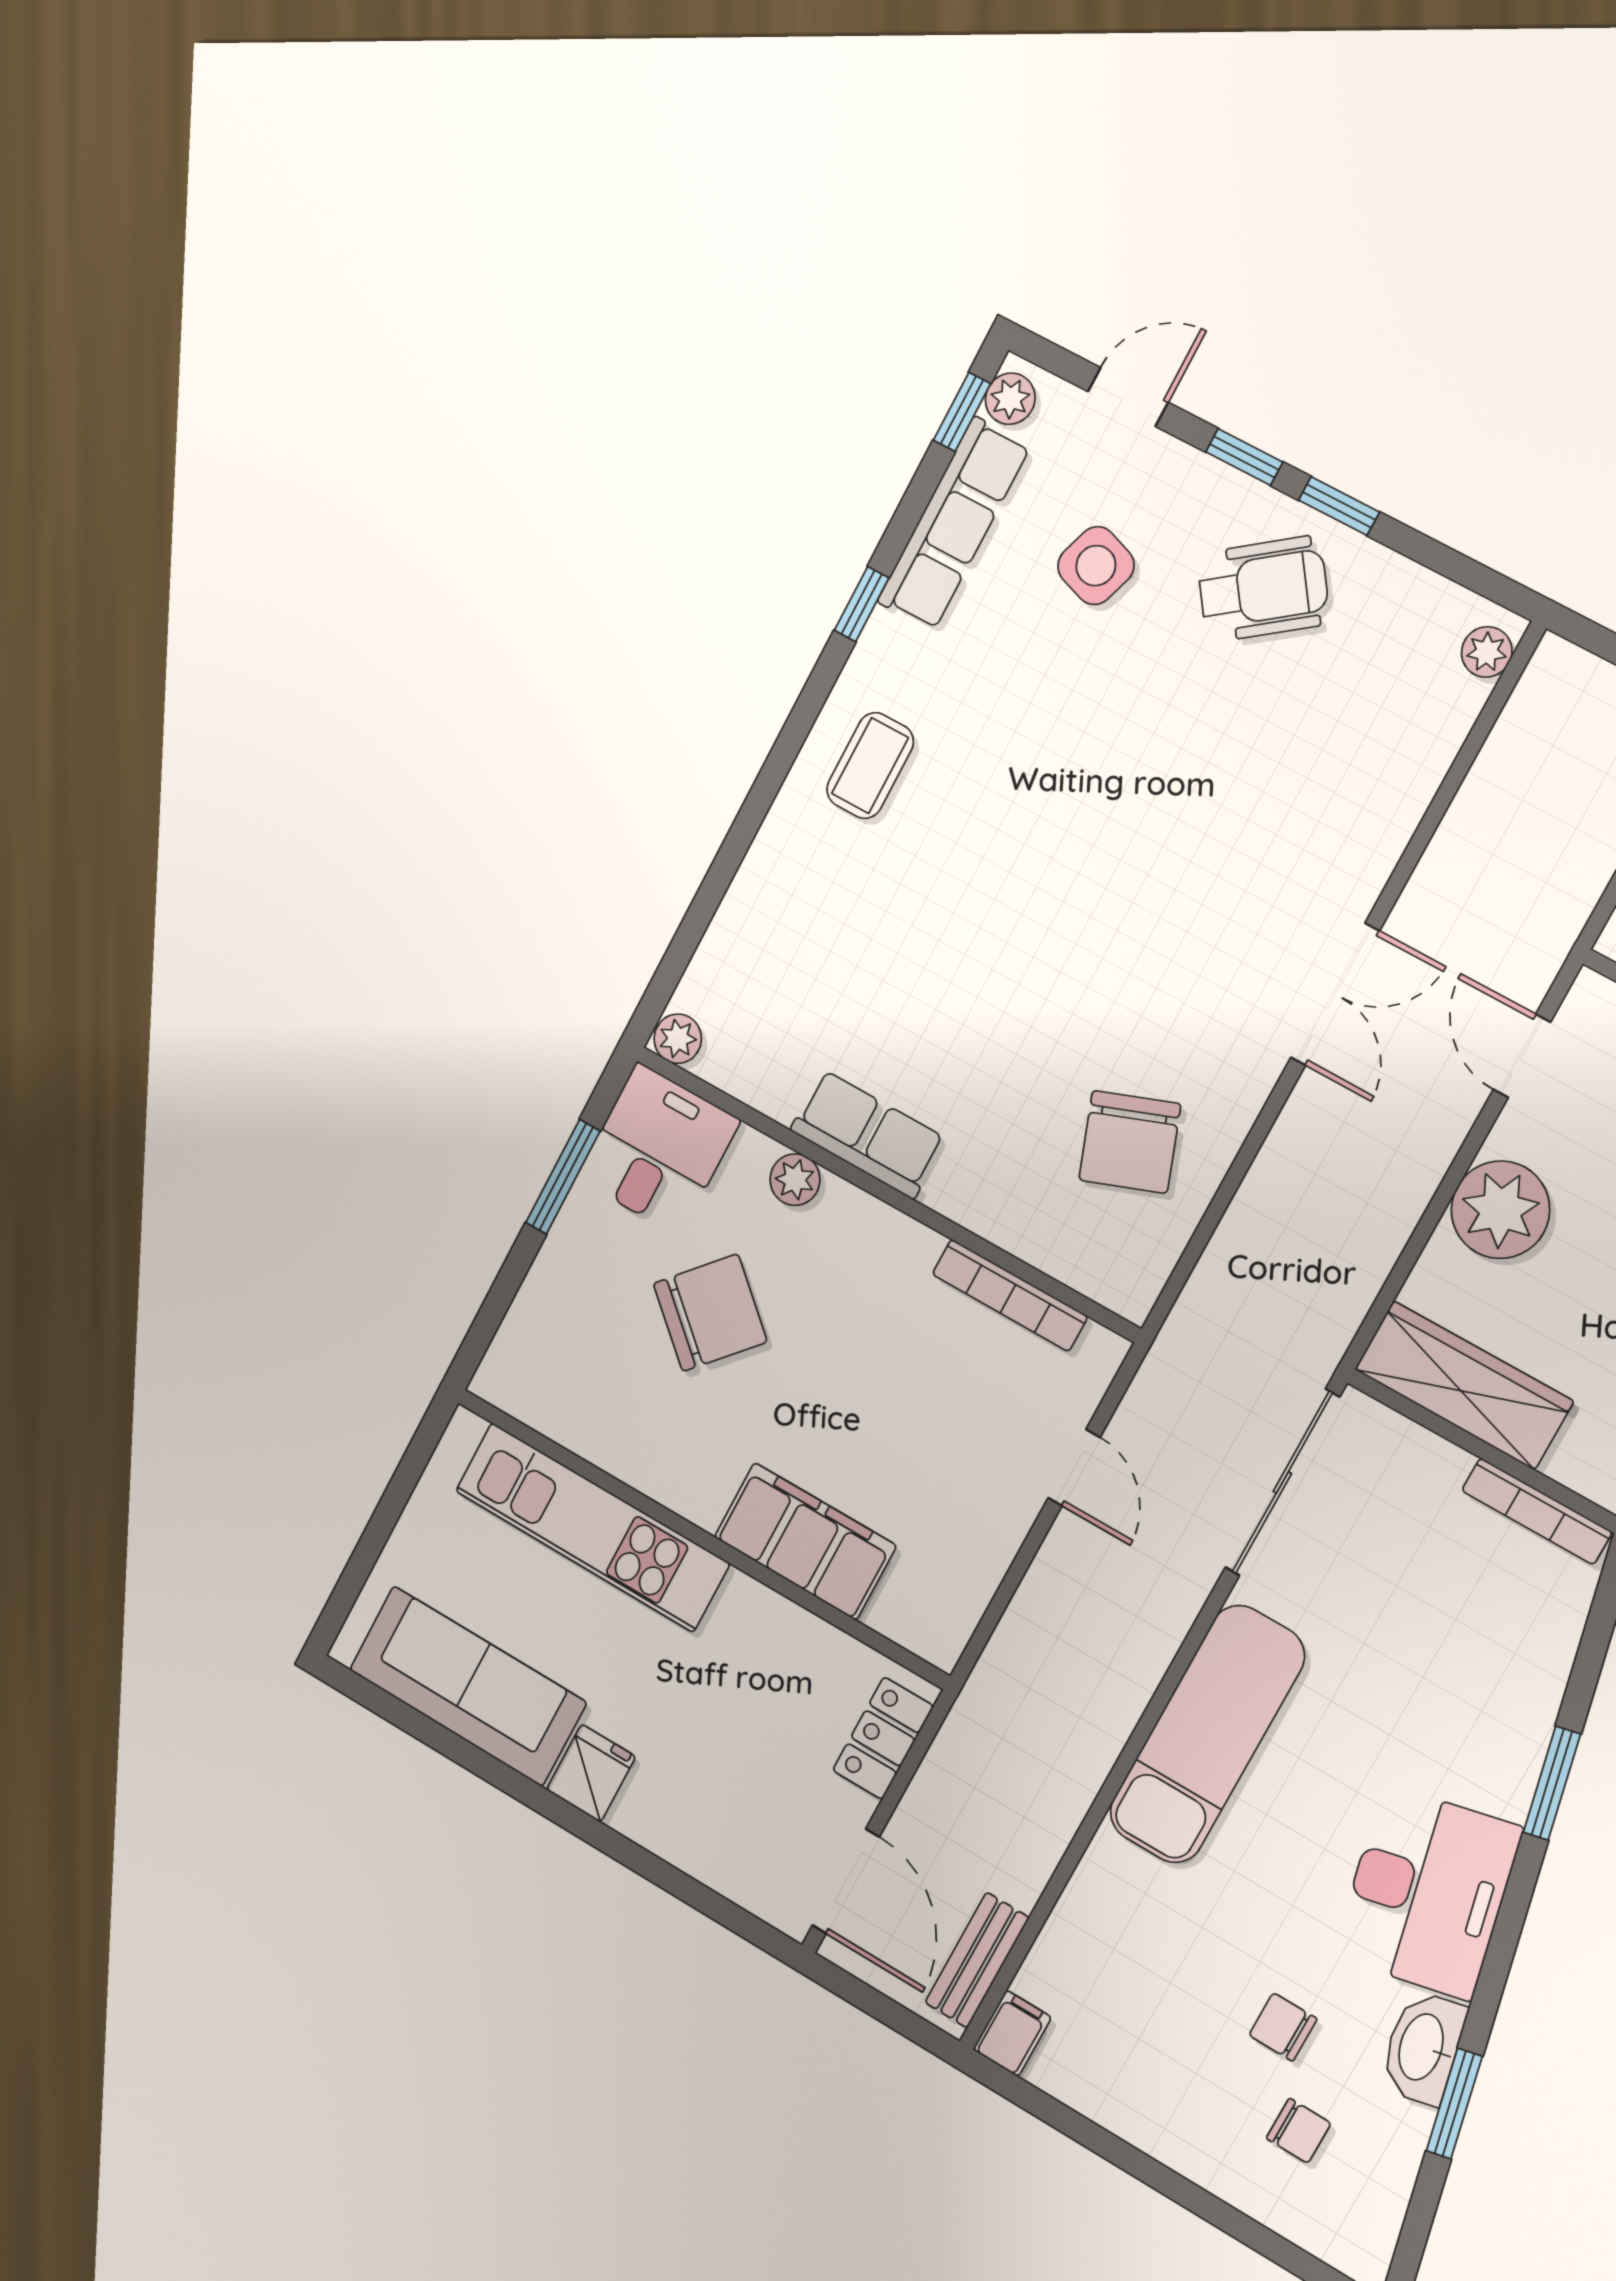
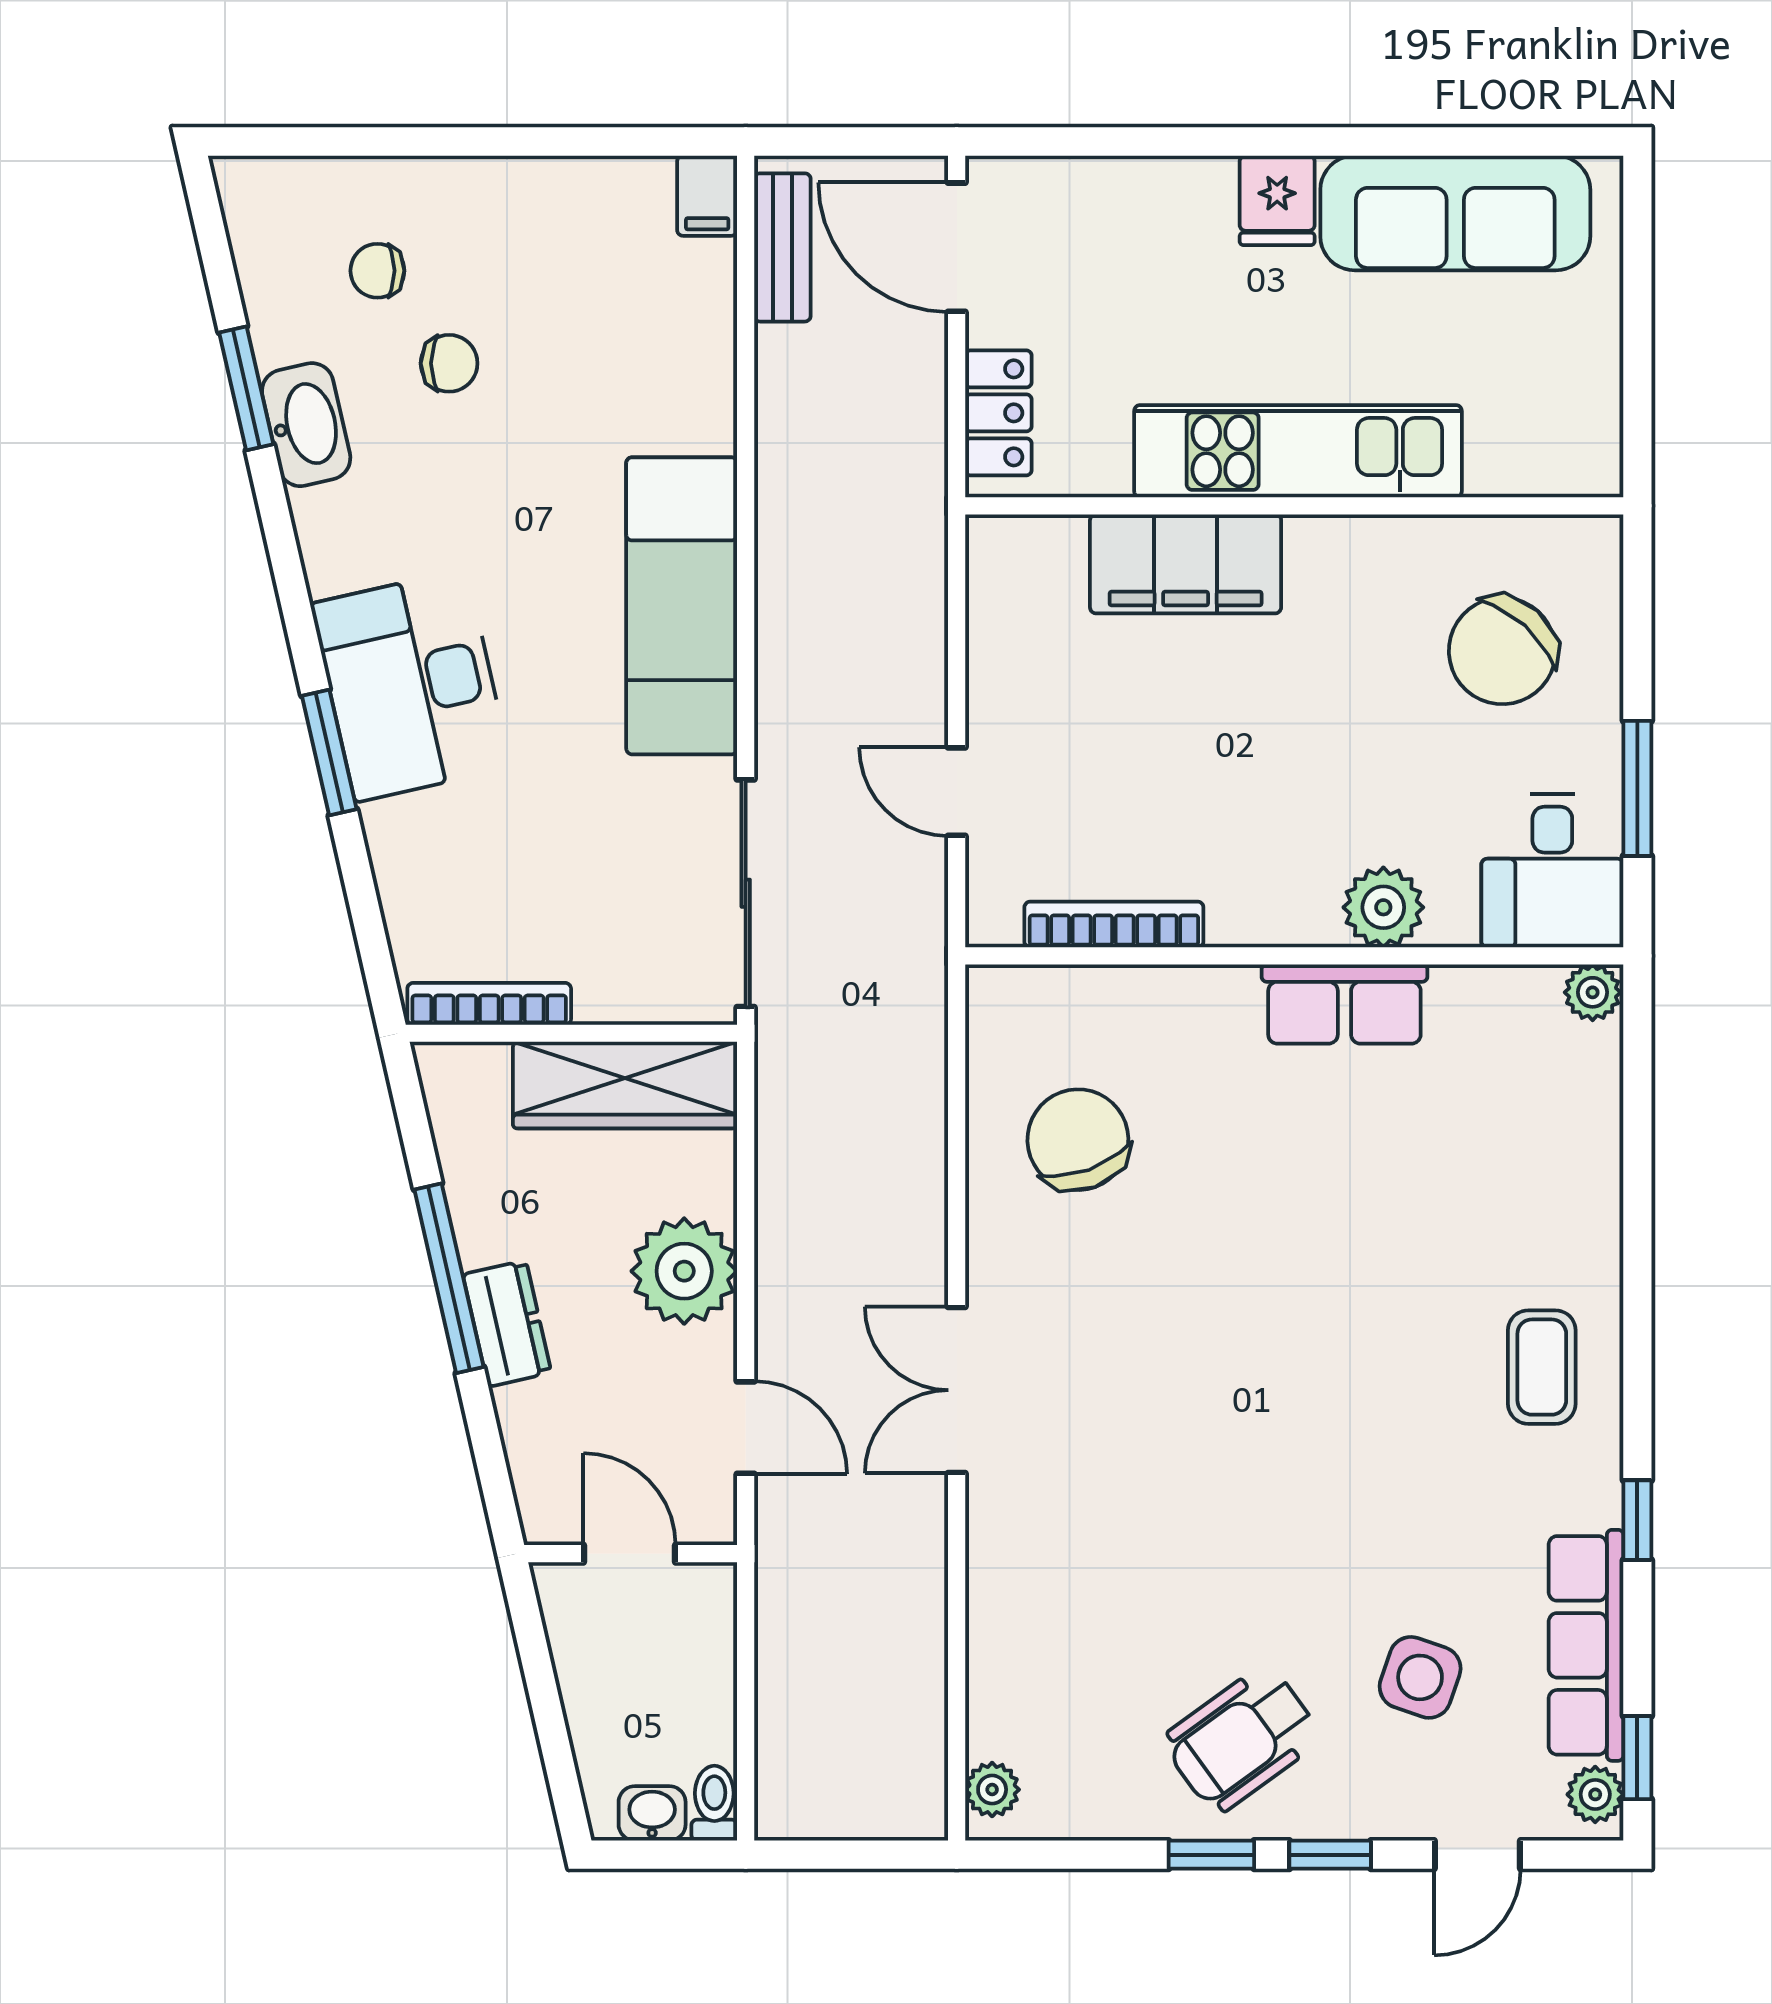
plant: (795, 1180) -> (1383, 907), width x1.38, depth x1.38
chair: (710, 1313) -> (1502, 651), moved
kitchen unit: (592, 1527) -> (1298, 451), moved
desk: (1427, 1892) -> (411, 686), moved

